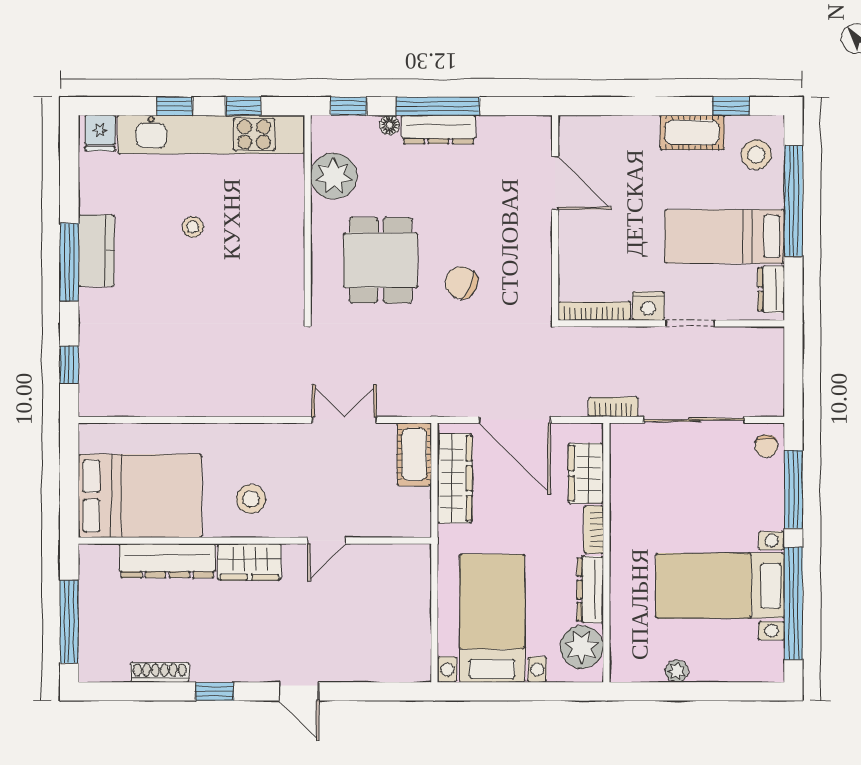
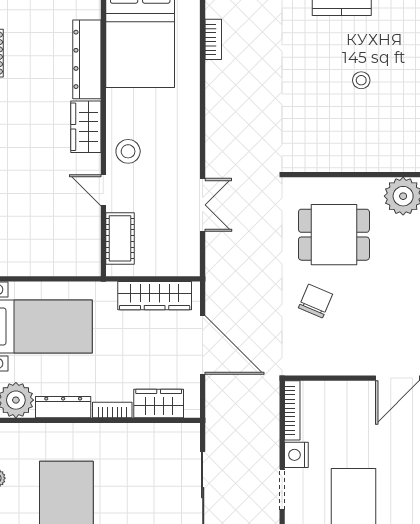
bookcase: (613, 407) -> (213, 39), moved
door: (515, 420) -> (203, 345), swing flipped
cot: (414, 454) -> (120, 238), moved, turned 90
stool: (251, 499) -> (128, 151), moved

